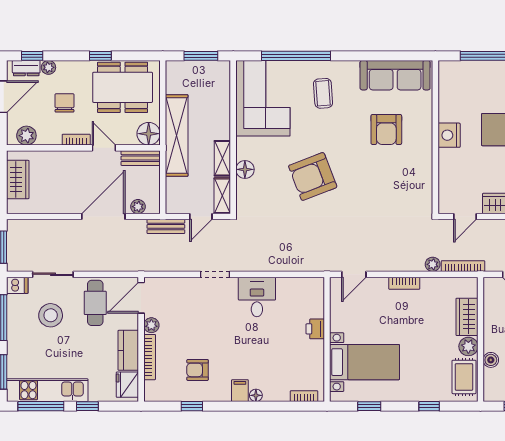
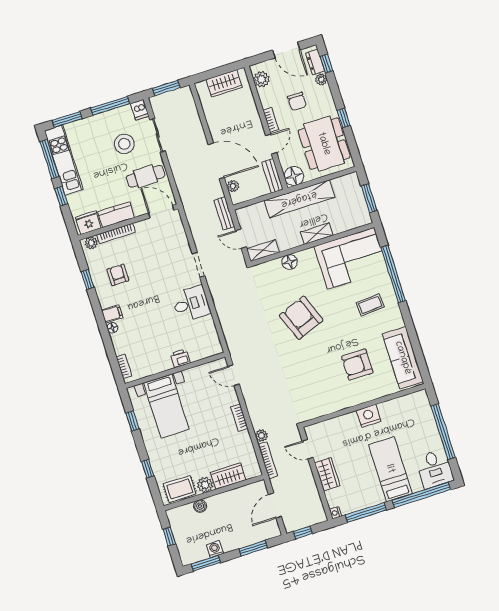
chair: (65, 103) -> (297, 101), turned 90
shelving: (222, 158) -> (317, 234), moved
plant: (151, 325) -> (91, 243), moved

